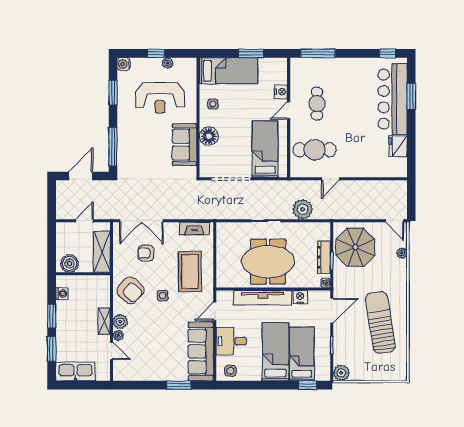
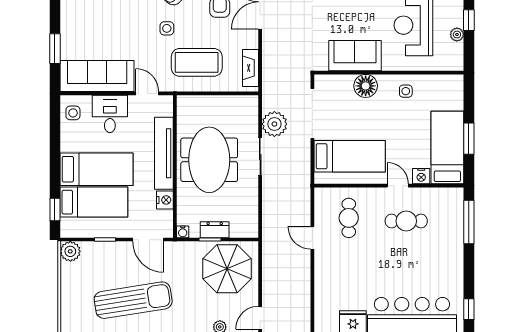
bed: (229, 71) -> (447, 148), moved, turned 180
cafe table: (315, 150) -> (349, 218), width x0.73, depth x0.74
plant: (303, 209) -> (274, 124), moved
dresser: (324, 257) -> (215, 230), width x0.70

